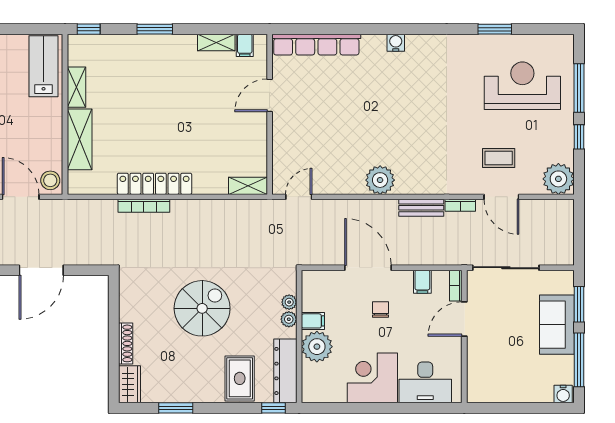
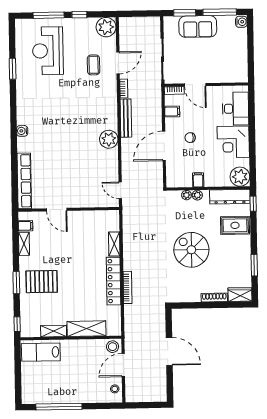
pallet: (156, 69) -> (42, 282), added
shelving: (248, 186) -> (114, 244), moved
bench: (421, 208) -> (126, 118), width x1.36
plant: (317, 347) -> (240, 177), moved

